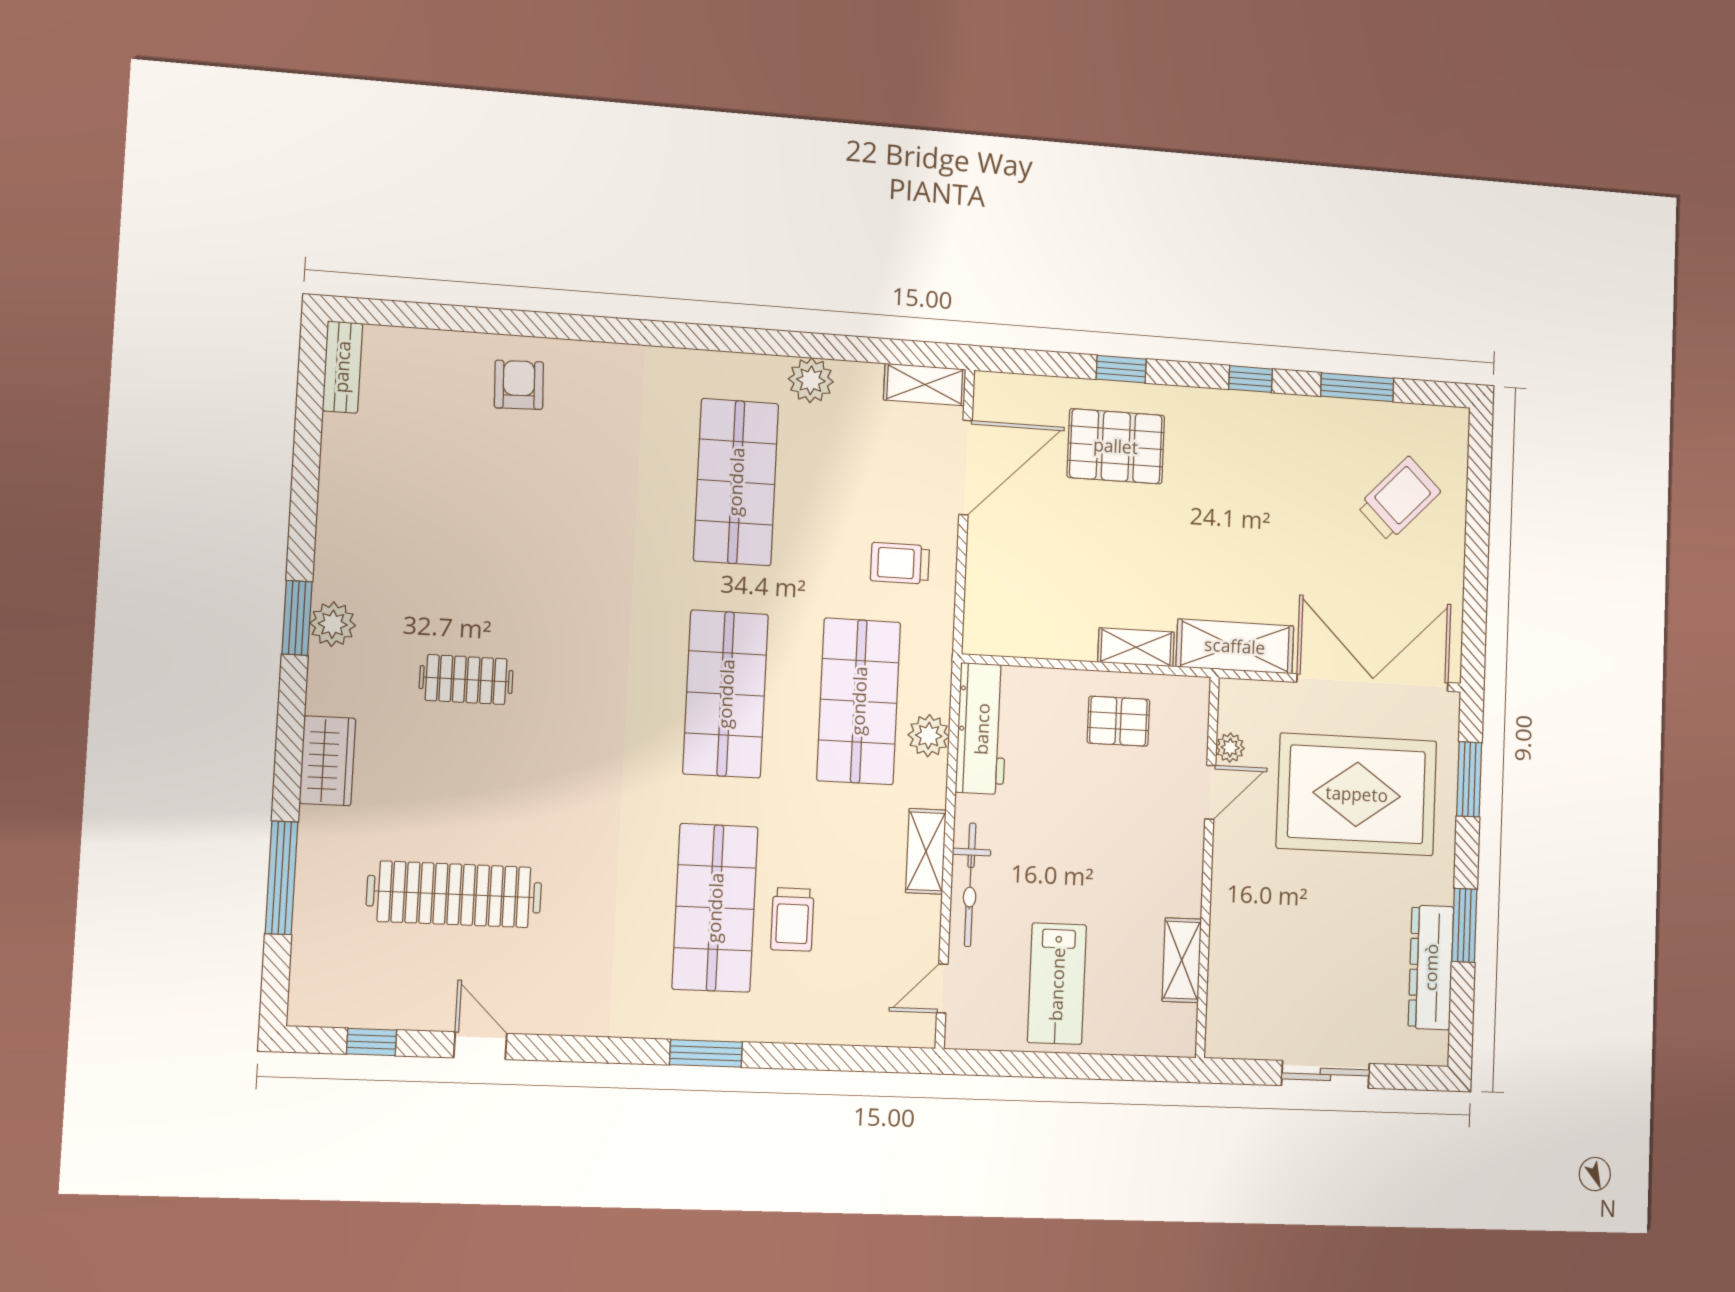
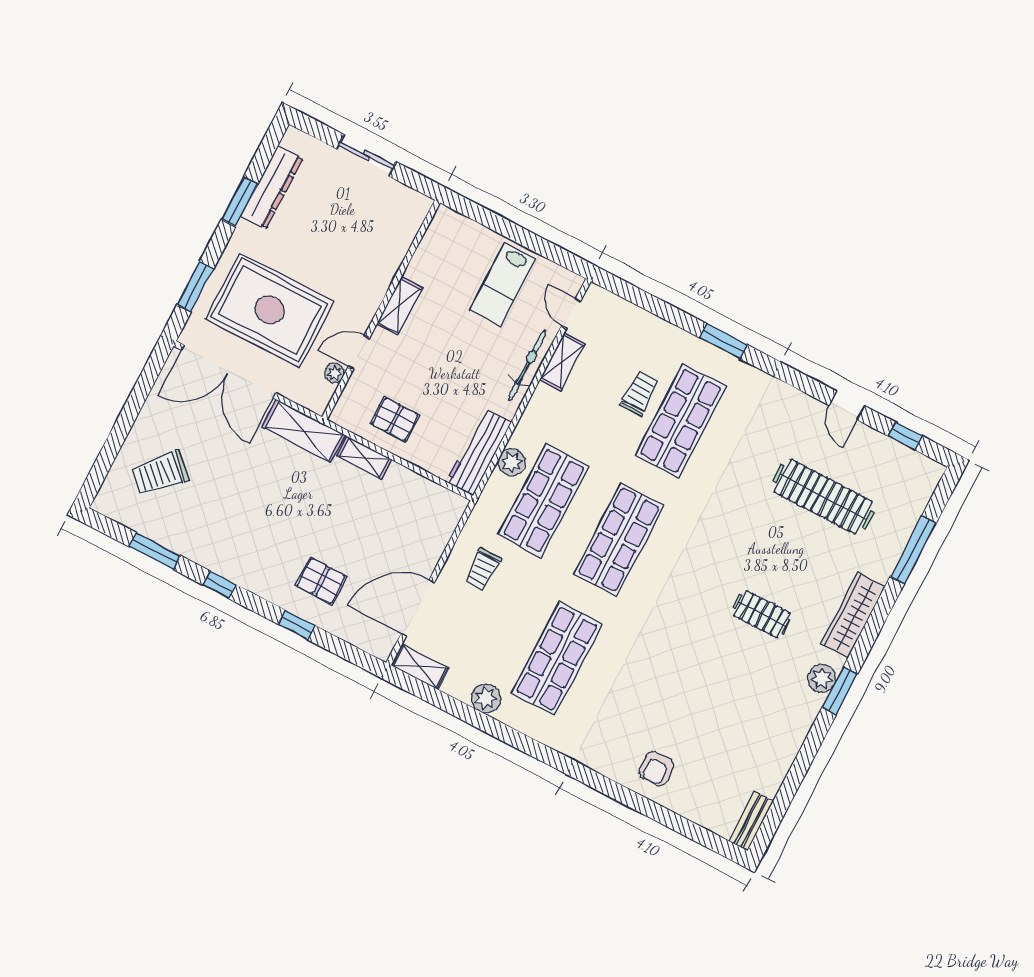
pallet: (1116, 446) -> (321, 581), width x0.67, depth x0.71
trolley: (900, 563) -> (483, 569), turned 90
wardrobe: (327, 761) -> (853, 615), width x1.50
shelving: (926, 851) -> (562, 362), moved
shelving: (1182, 960) -> (400, 306), moved
lab bench: (1057, 984) -> (503, 284), turned 180
door: (942, 988) -> (571, 314), swing flipped

